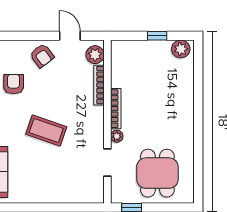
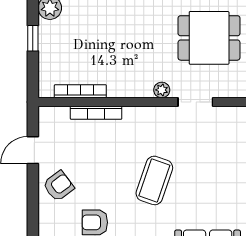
plant: (95, 55) -> (57, 118), removed
bookcase: (116, 109) -> (80, 91), moved

